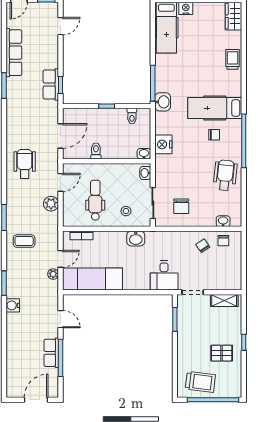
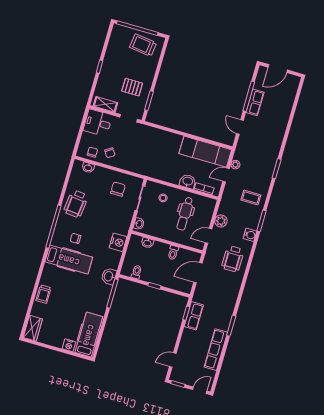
washbasin: (144, 154) -> (147, 243), moved
washbasin: (136, 238) -> (188, 181), moved
desk: (164, 275) -> (98, 123), moved, turned -90
water cooler: (13, 305) -> (250, 235), moved
pallet: (222, 353) -> (132, 87), moved

